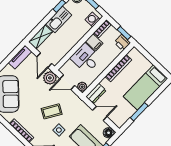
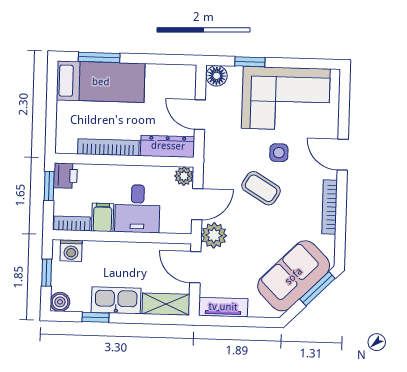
door: (44, 60) -> (195, 267), swing flipped
door: (67, 82) -> (197, 204), hinge flipped
dresser: (96, 94) -> (168, 146), width x1.44
window: (139, 112) -> (99, 57), moved

